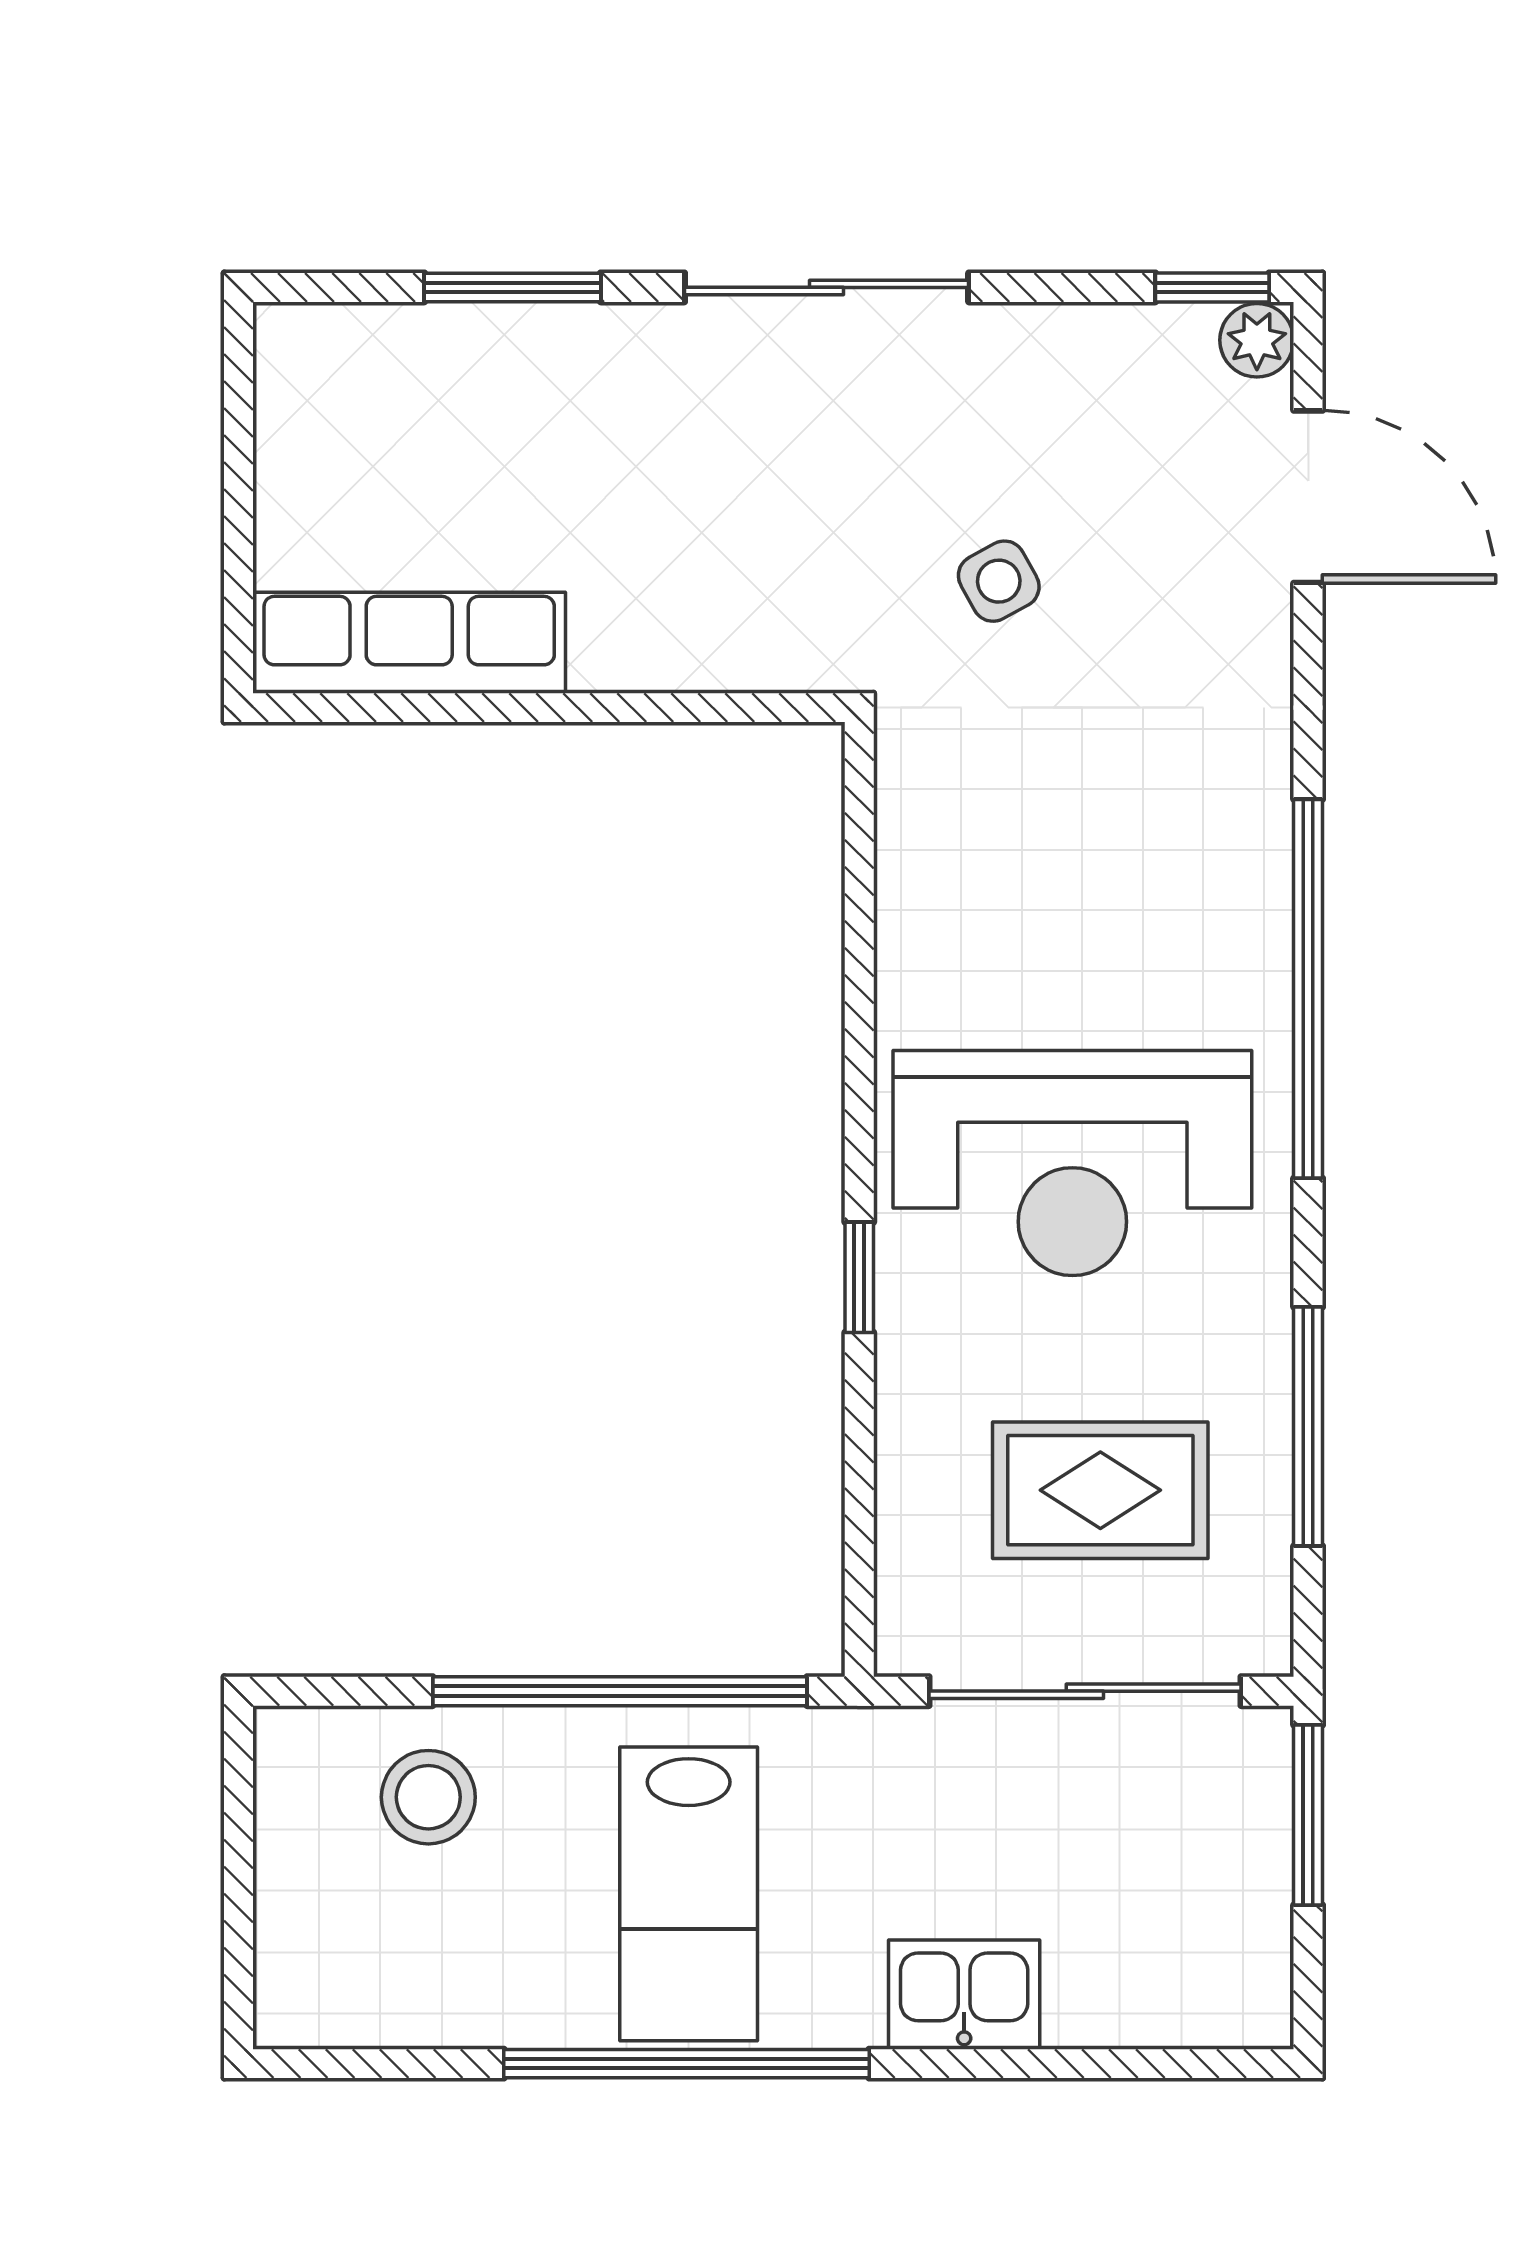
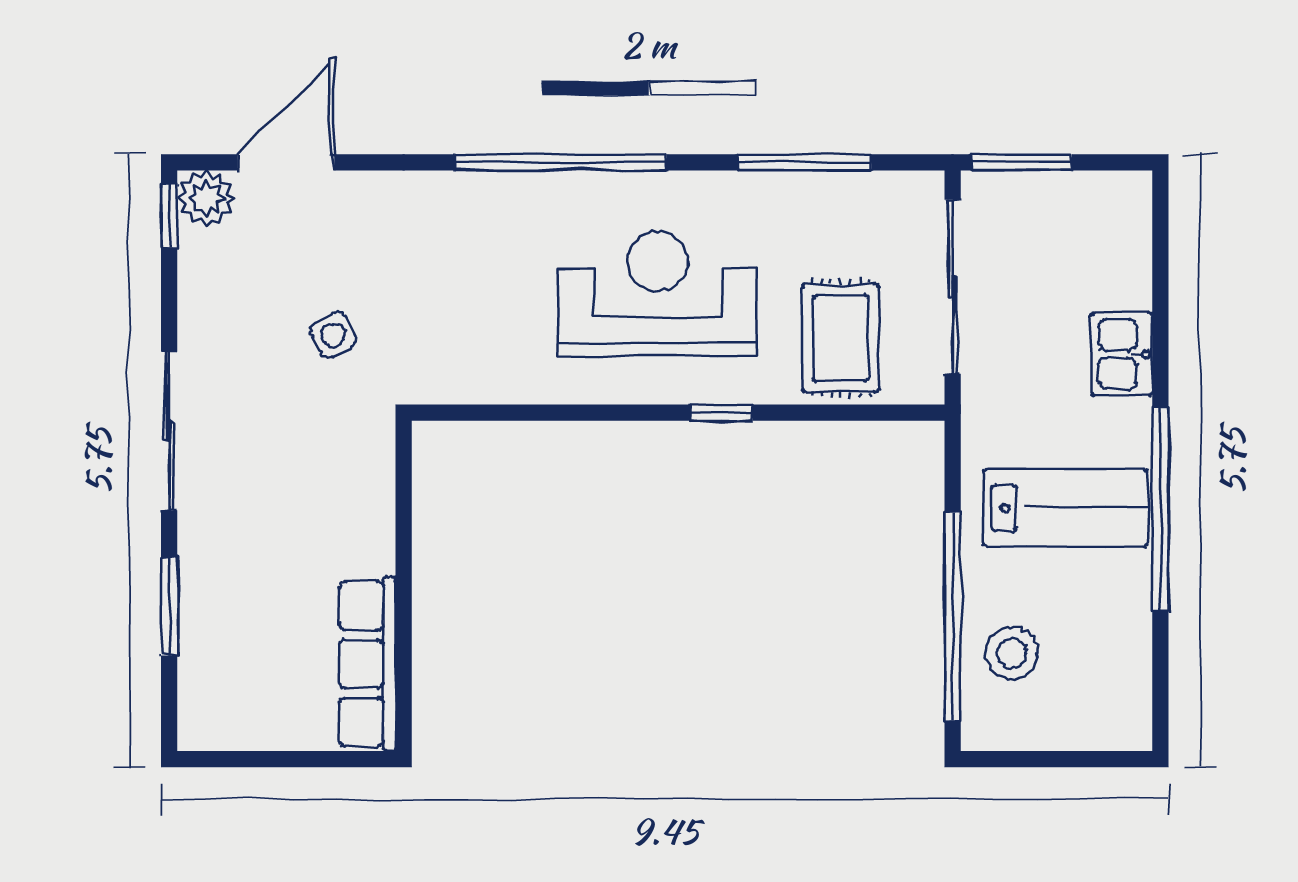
plant: (1257, 340) -> (206, 199), width x1.38, depth x1.38
reception desk: (1072, 1163) -> (658, 294), turned -90
rug: (1100, 1490) -> (840, 338), moved
window: (620, 1691) -> (953, 616), moved

